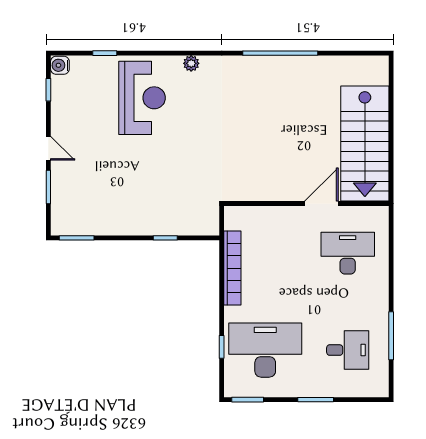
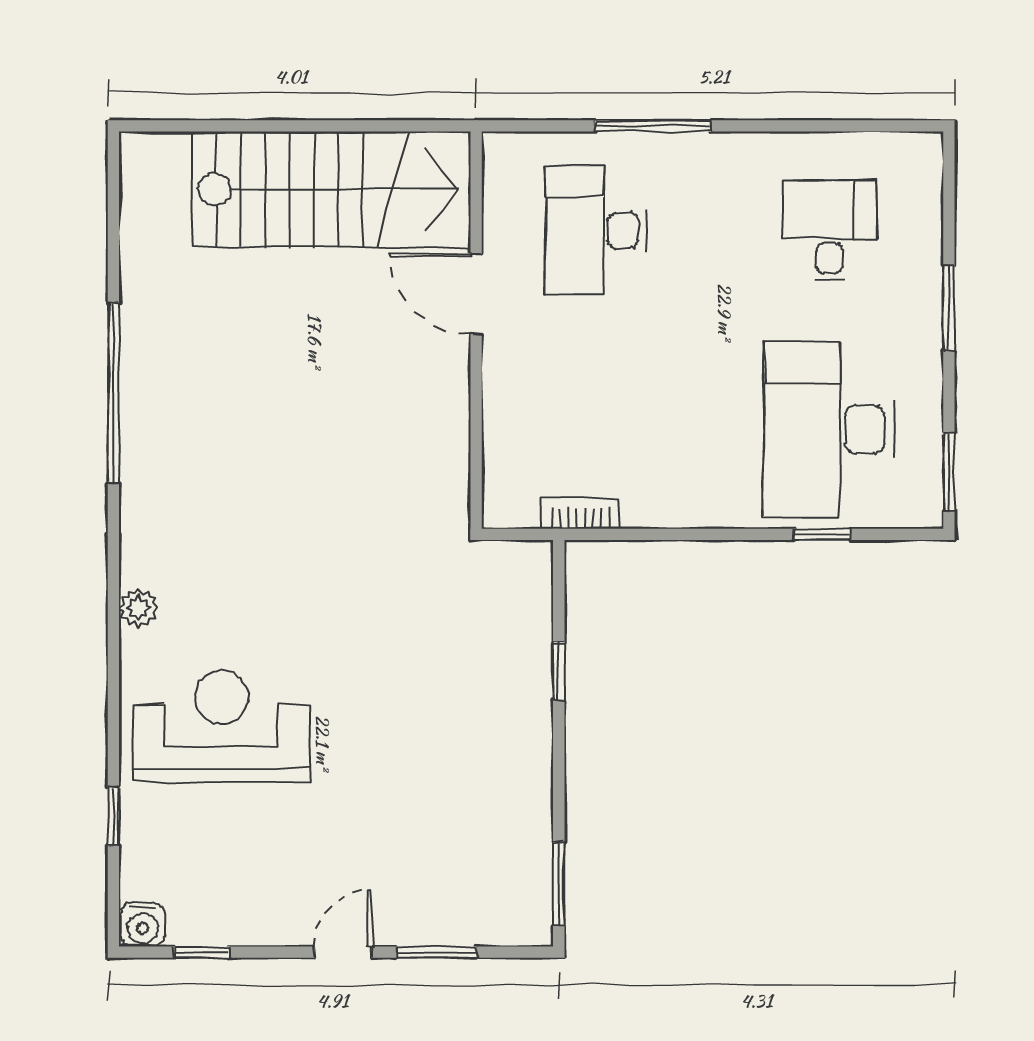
bookcase: (232, 268) -> (581, 513), width x0.43, depth x0.76
window: (391, 336) -> (653, 126), moved

